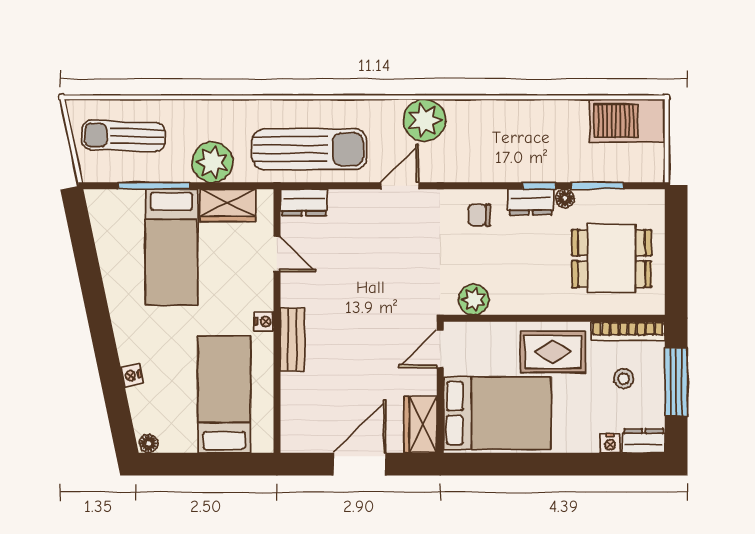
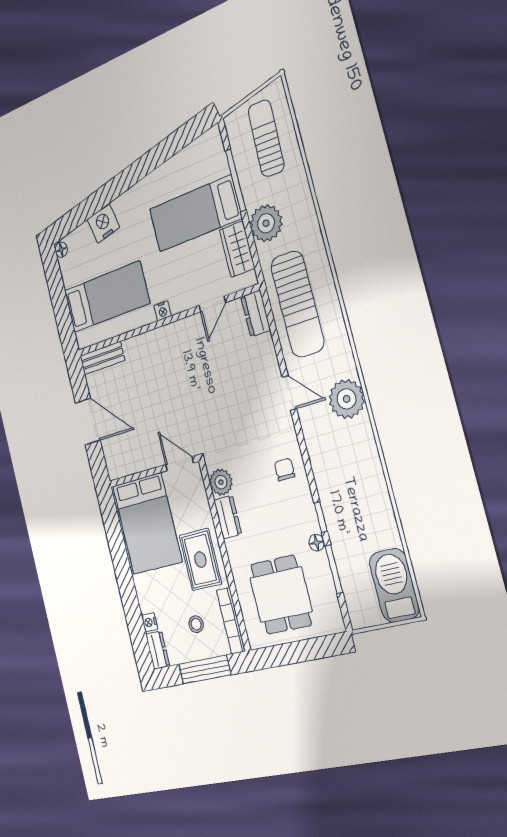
dresser: (531, 202) -> (228, 517), moved, turned 180
bench: (292, 340) -> (102, 358), moved
nightstand: (132, 375) -> (103, 223), width x1.89, depth x1.79
wardrobe: (420, 425) -> (125, 463), removed

